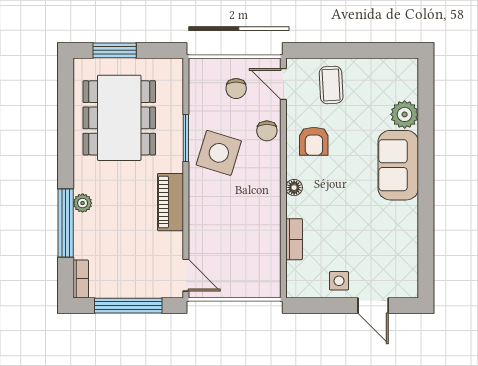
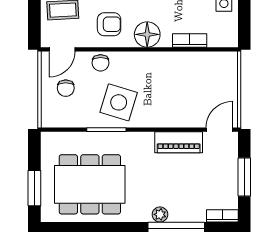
chair: (236, 89) -> (66, 88), turned 90
chair: (267, 131) -> (101, 63), turned 90
floor lamp: (294, 188) -> (147, 34), width x1.89, depth x1.89
piano: (170, 202) -> (179, 142), moved
window: (128, 306) -> (244, 177), width x0.69

